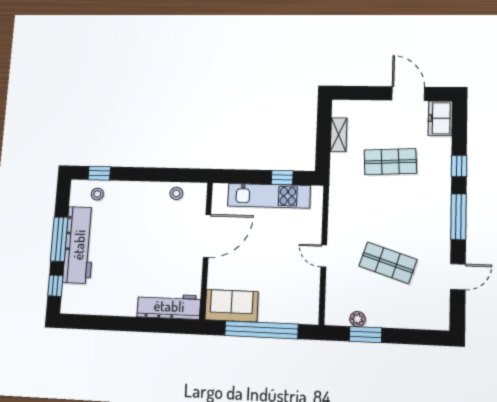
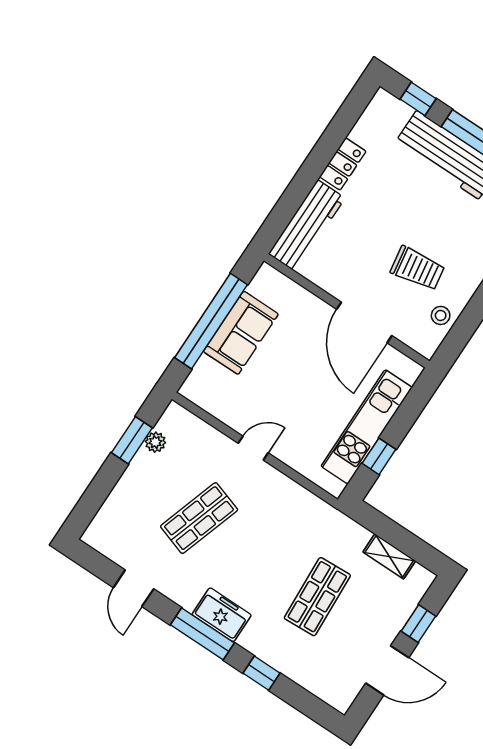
window: (368, 93) -> (418, 624), added
freezer: (440, 118) -> (222, 615), moved
trolley: (156, 224) -> (418, 268), added
sofa: (231, 306) -> (241, 333), moved
locker: (119, 307) -> (343, 164), added

